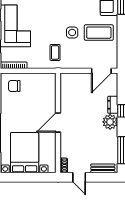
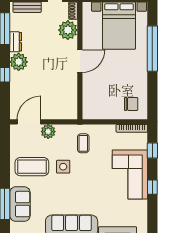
plant: (85, 63) -> (48, 132), added
dresser: (113, 105) -> (16, 42), moved
plant: (68, 149) -> (68, 30), added

